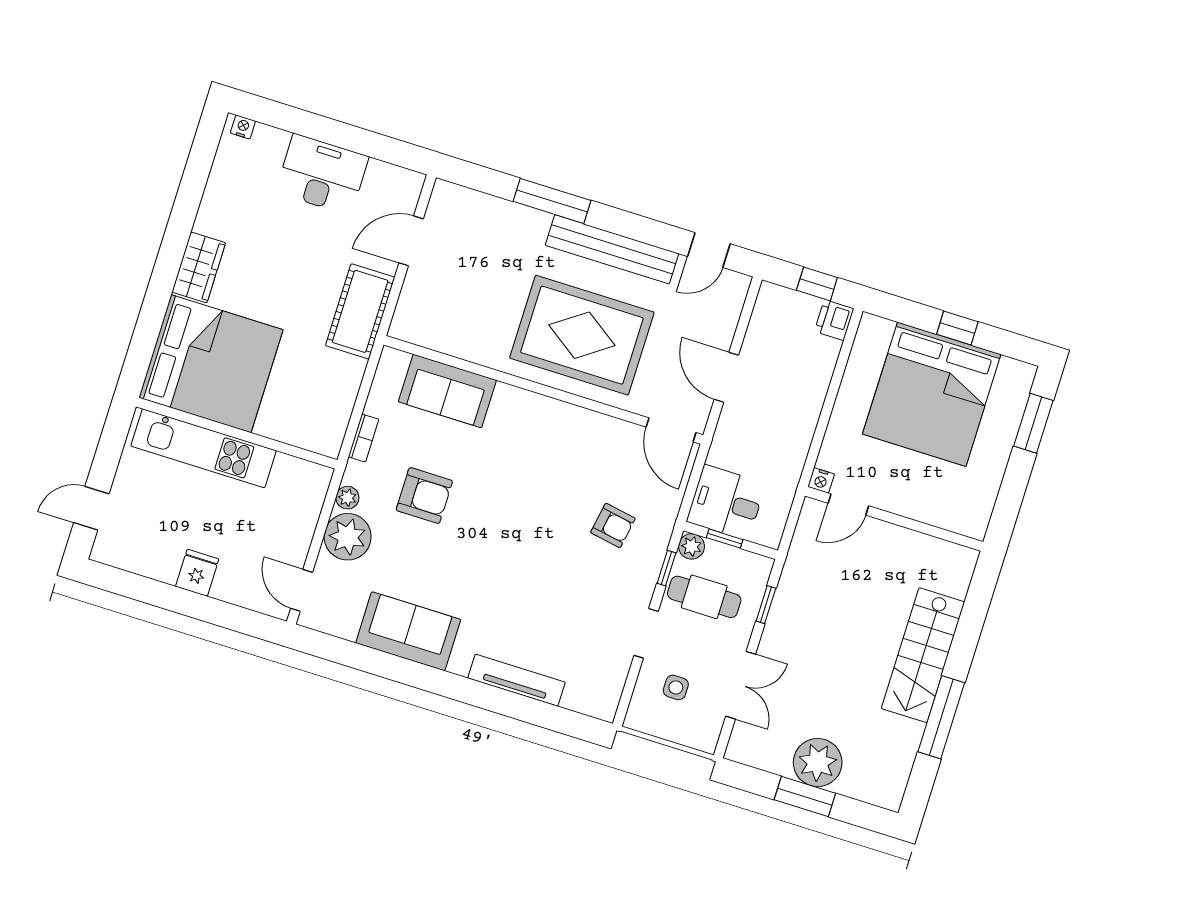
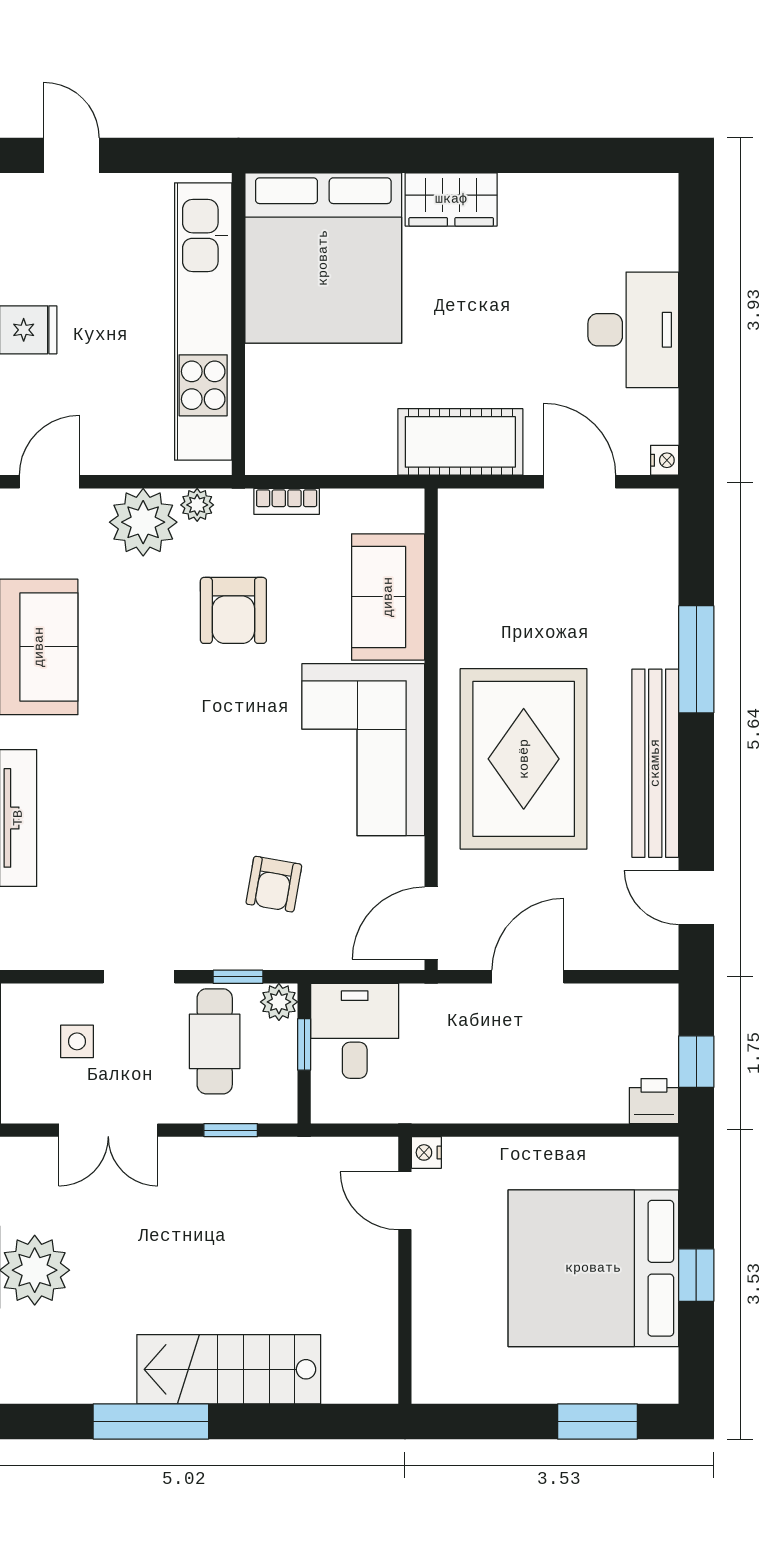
nightstand: (243, 127) -> (665, 460), moved
corner sofa: (543, 439) -> (363, 750), added
kitchen unit: (204, 448) -> (203, 322), width x1.36

